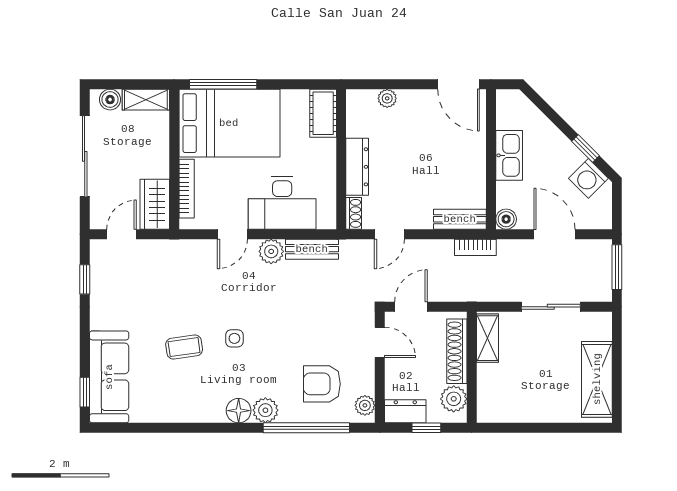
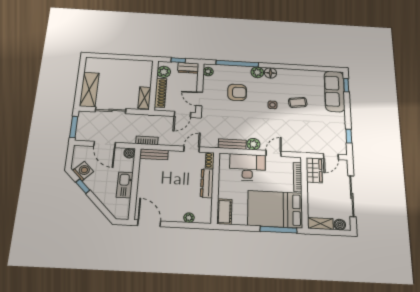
shelving: (597, 379) -> (89, 90), moved
armchair: (322, 384) -> (237, 92), moved

